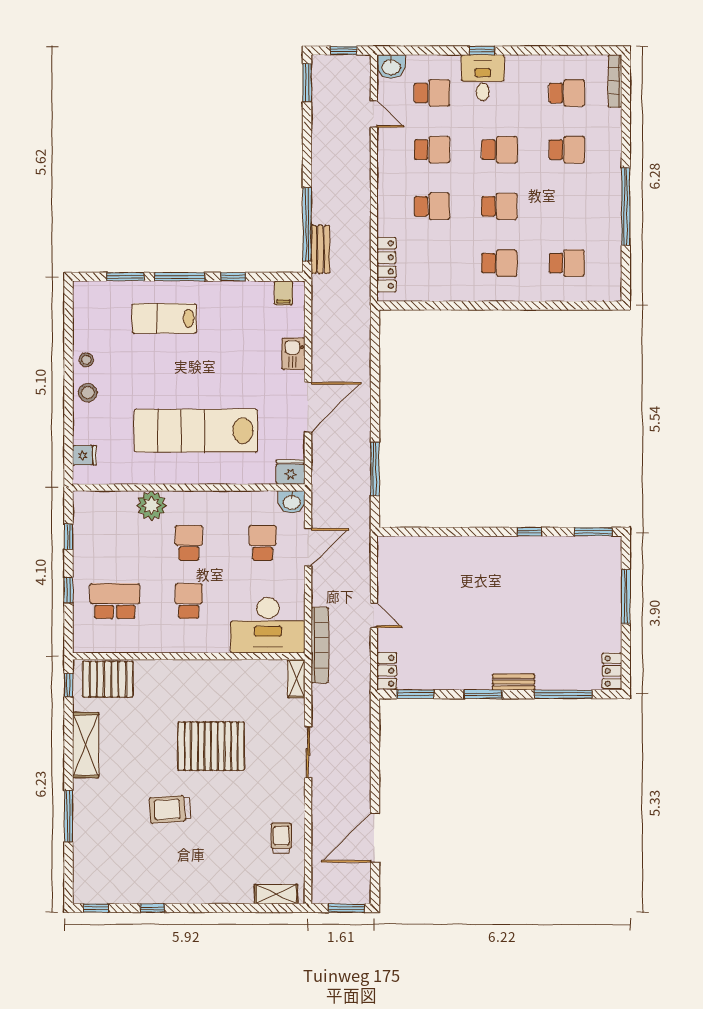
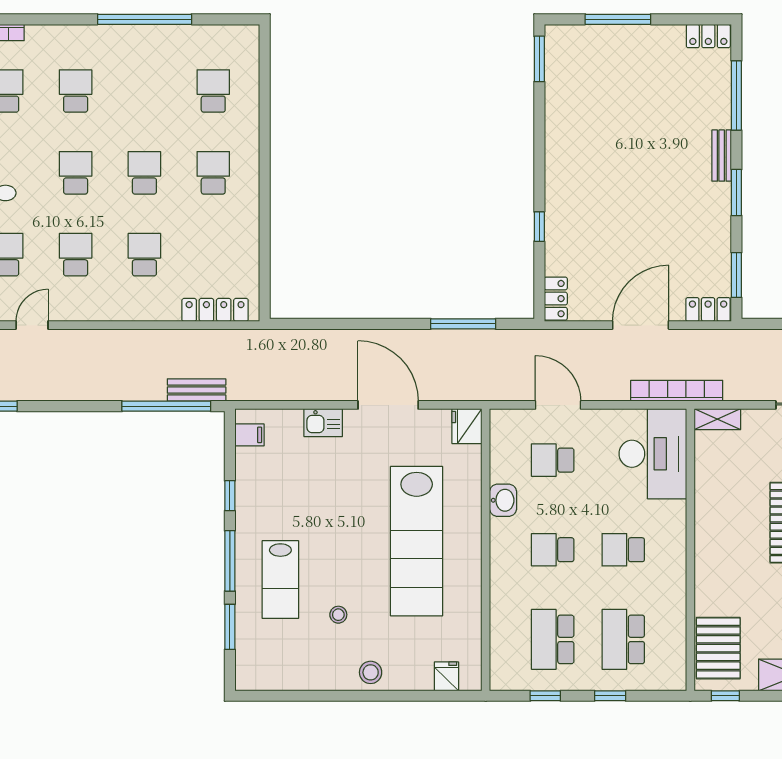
stool: (86, 360) -> (338, 615), moved
washbasin: (292, 502) -> (503, 500), moved
plant: (151, 505) -> (507, 595), removed
window: (529, 532) -> (539, 227), moved
school desk: (115, 543) -> (553, 639), added
locker: (396, 545) -> (556, 299), added
door: (374, 615) -> (641, 325), width x1.88

